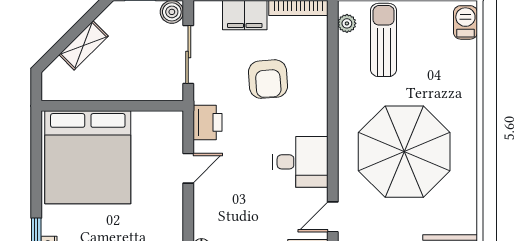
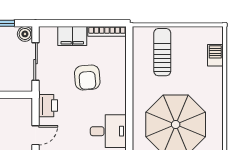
barbecue: (465, 22) -> (215, 55), moved
plant: (347, 23) -> (138, 41), removed

